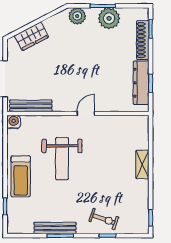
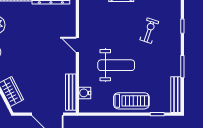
water cooler: (14, 122) -> (85, 93), moved
exercise bike: (104, 219) -> (149, 31), moved
bench: (55, 228) -> (176, 95), moved

